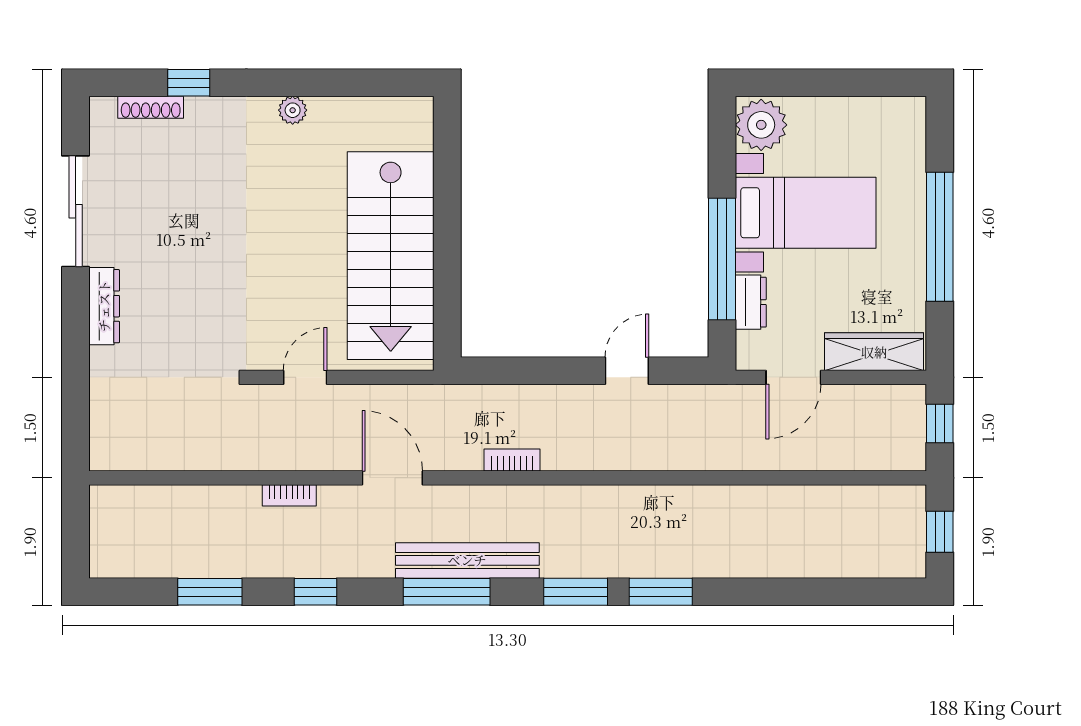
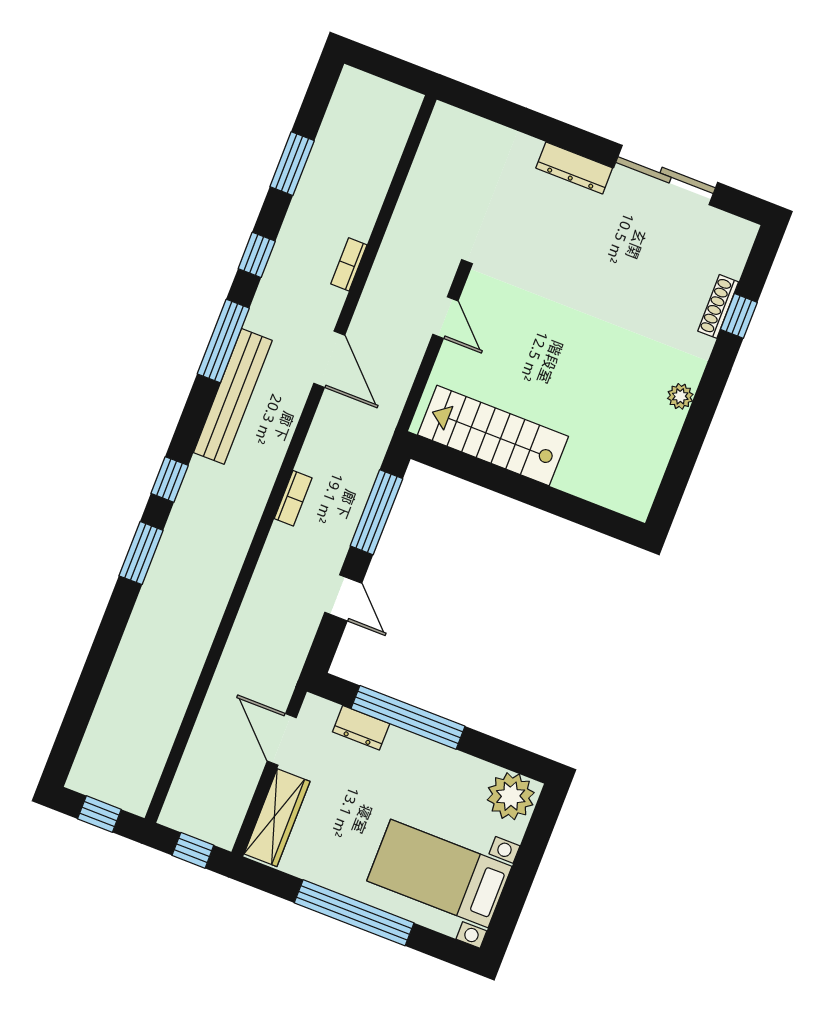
shoe rack: (151, 107) -> (718, 306), moved
bed with nightstands: (806, 213) -> (439, 874), moved, turned 90
stairs: (391, 256) -> (493, 436), width x0.73, depth x0.66
window: (528, 371) -> (376, 512), added
bookcase: (512, 460) -> (293, 498), moved
door: (392, 478) -> (329, 359), hinge flipped
window: (447, 592) -> (223, 341), moved
window: (576, 592) -> (170, 479), width x0.67

